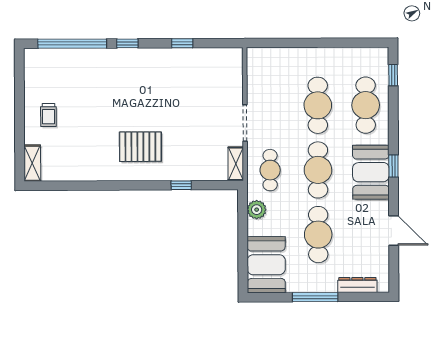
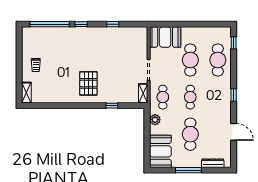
pallet: (140, 147) -> (88, 83), turned 90
cafe table: (318, 170) -> (190, 97), width x0.73, depth x0.74
booth: (371, 172) -> (165, 37), moved, turned 90

